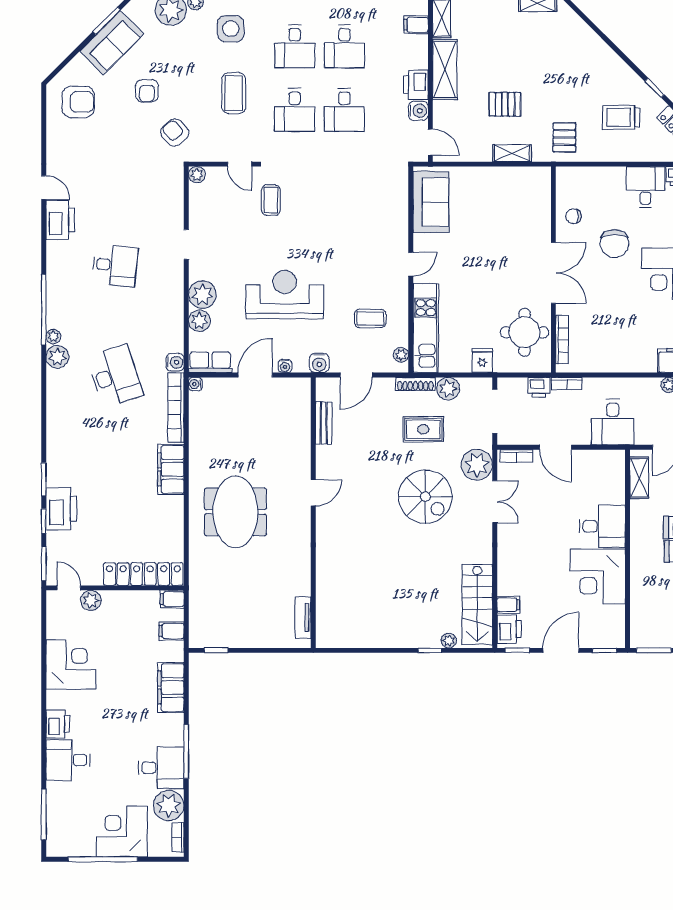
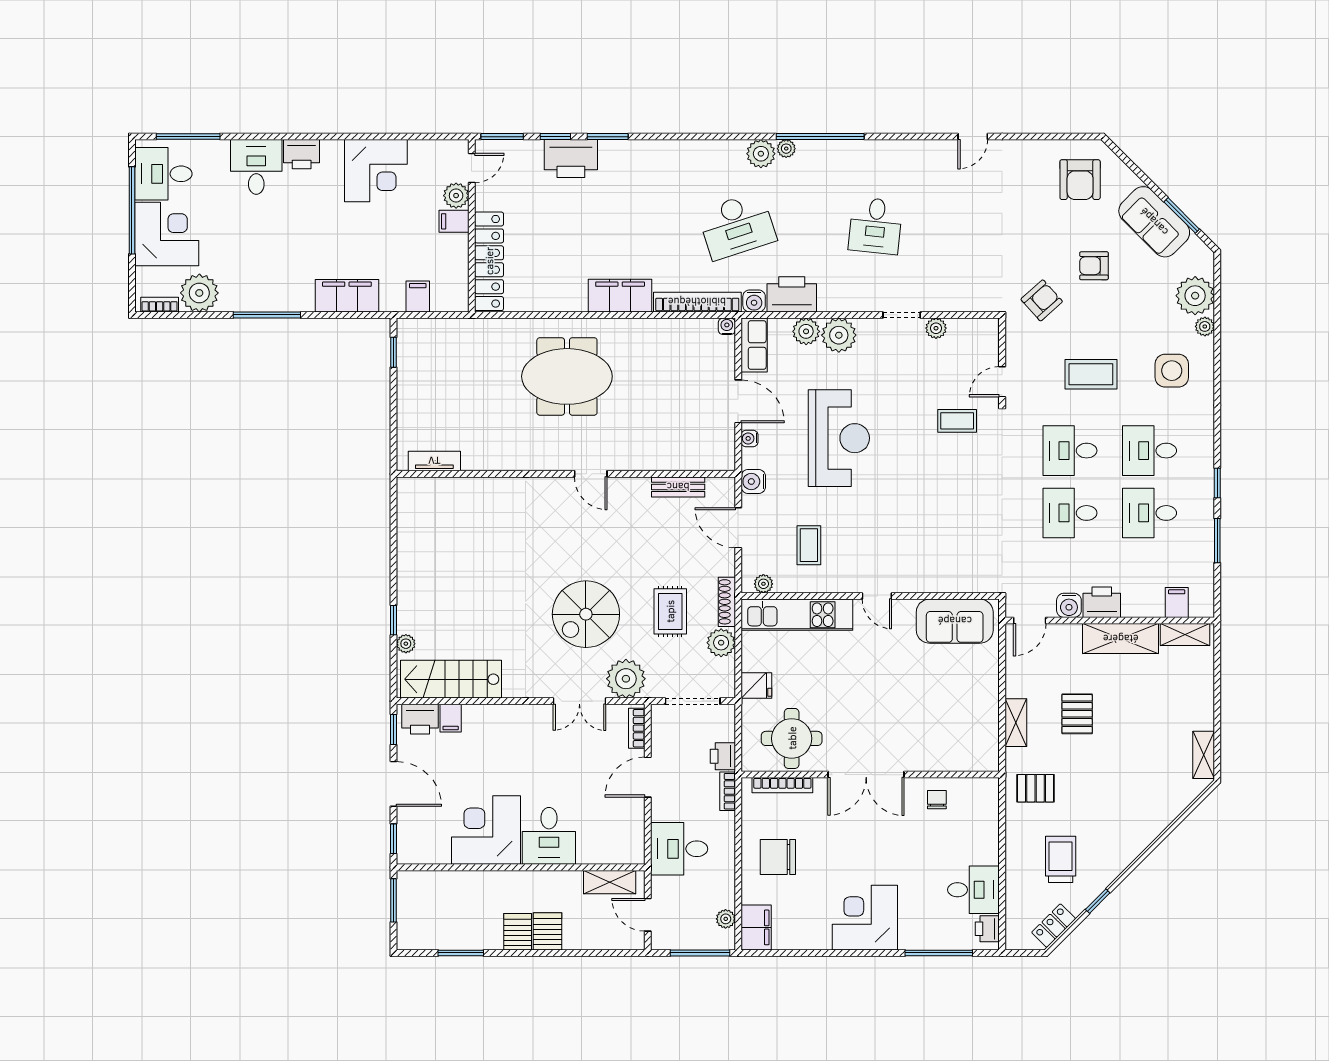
plant: (197, 175) -> (936, 328), moved
printer: (60, 220) -> (792, 294), moved, turned 180
chair: (615, 244) -> (778, 857), moved
filing cabinet: (172, 599) -> (454, 221), moved, turned -90
desk: (161, 768) -> (163, 174), moved, turned 90

